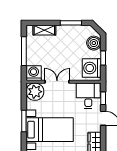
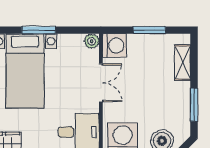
window: (24, 51) -> (149, 30), width x0.69
plant: (35, 92) -> (92, 41), width x0.53, depth x0.53

